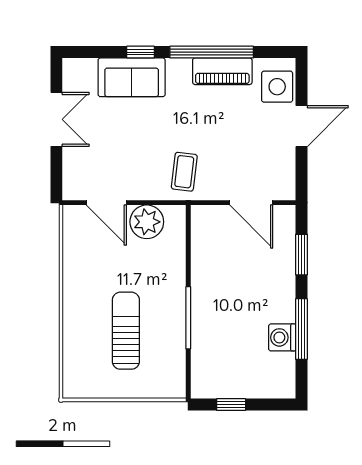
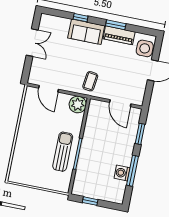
window: (212, 52) -> (116, 25), width x0.47
sofa: (132, 77) -> (86, 32), moved
plant: (147, 222) -> (78, 104), moved
sun lounger: (126, 331) -> (63, 152), moved

